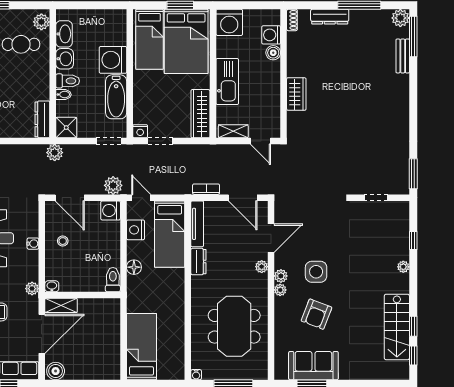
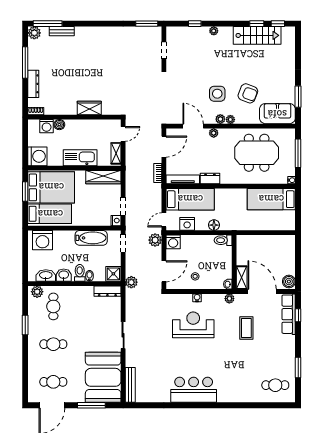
washing machine: (113, 60) -> (42, 240), moved
bed: (141, 347) -> (271, 199), moved
sofa: (313, 366) -> (277, 114), moved, turned 90

